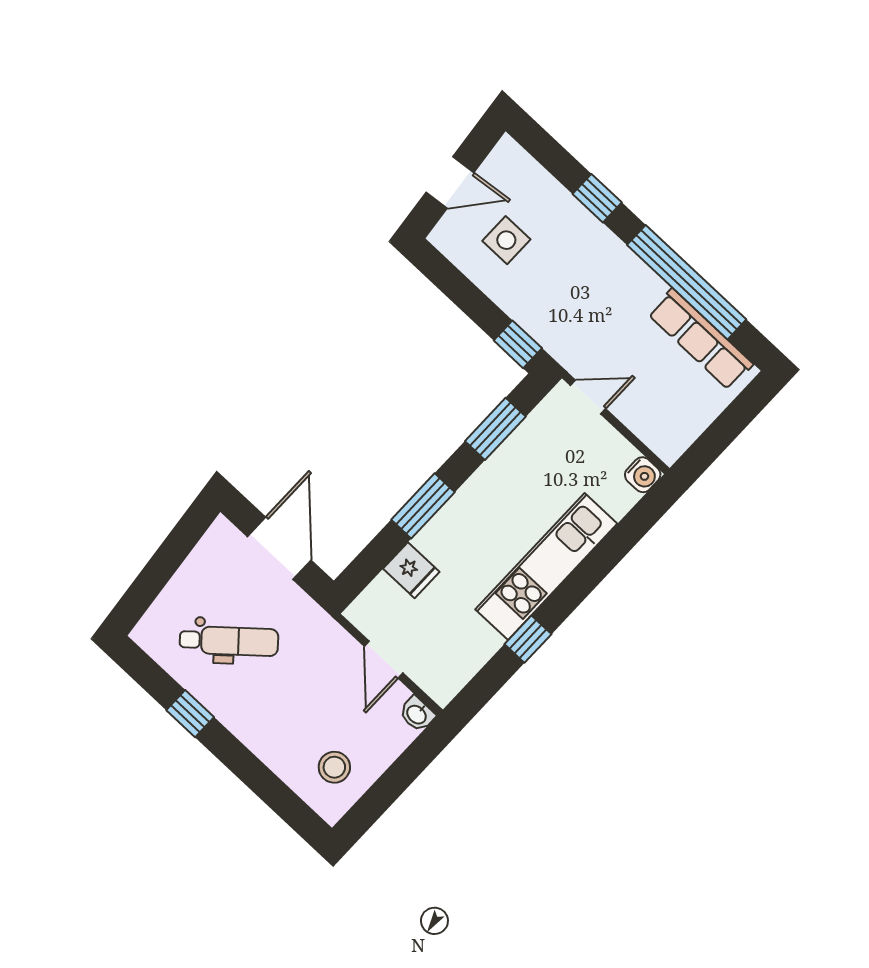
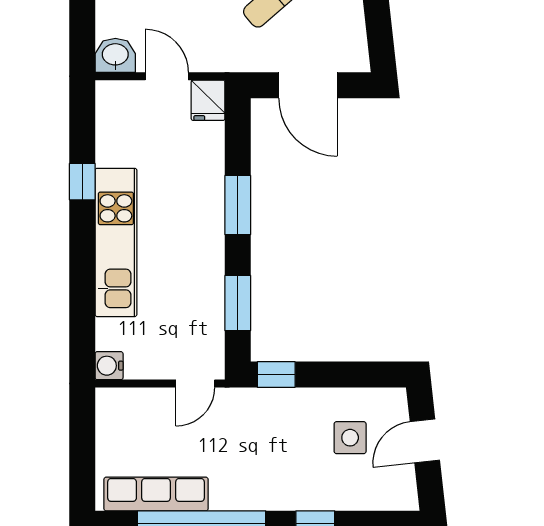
fridge: (411, 570) -> (208, 100), moved, turned -90
washbasin: (417, 714) -> (115, 55), width x1.38, depth x1.45

